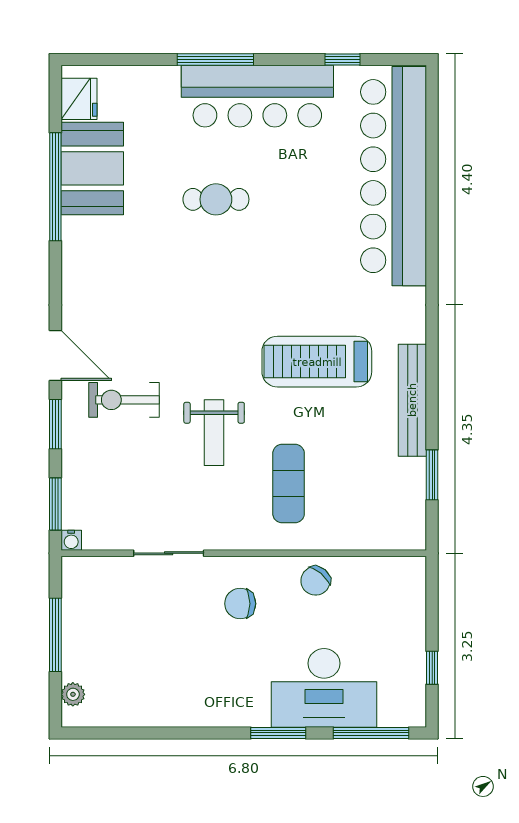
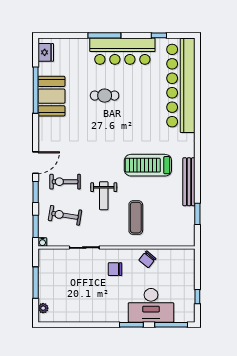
booth: (92, 168) -> (51, 96), moved
door: (55, 356) -> (36, 163), hinge flipped
exercise bike: (124, 478) -> (65, 215), added

